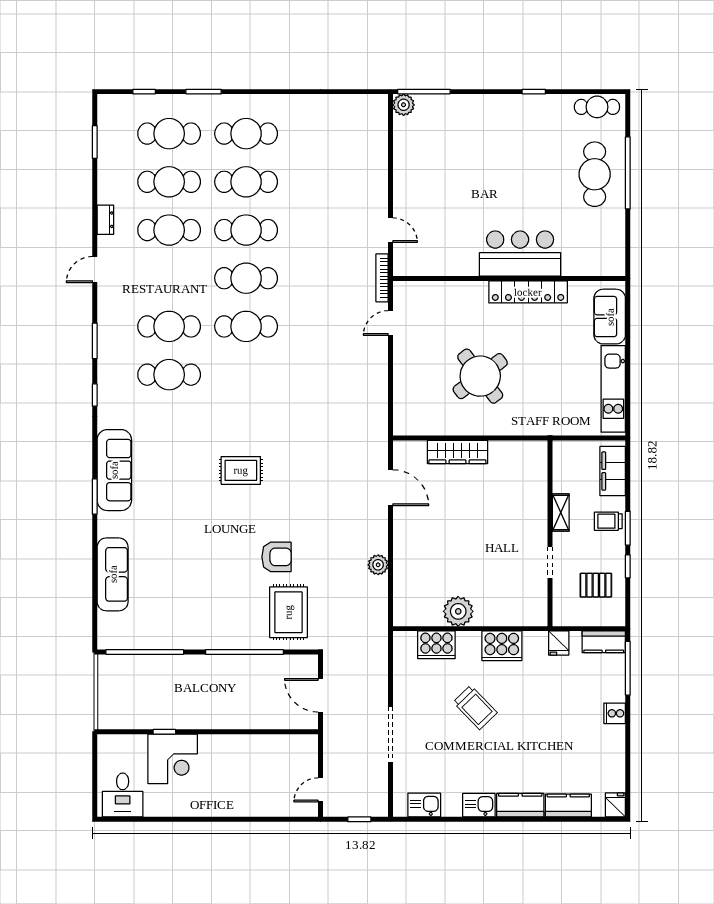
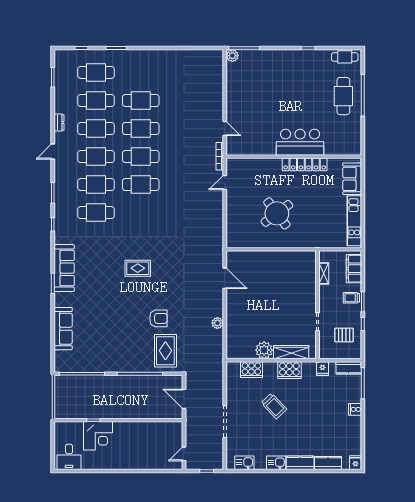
cafe table: (246, 134) -> (96, 157), moved
wardrobe: (457, 452) -> (291, 352), moved, turned 180
shelving: (561, 513) -> (324, 273), moved

